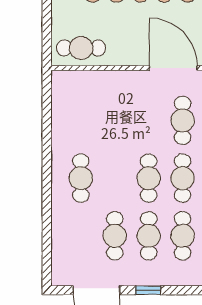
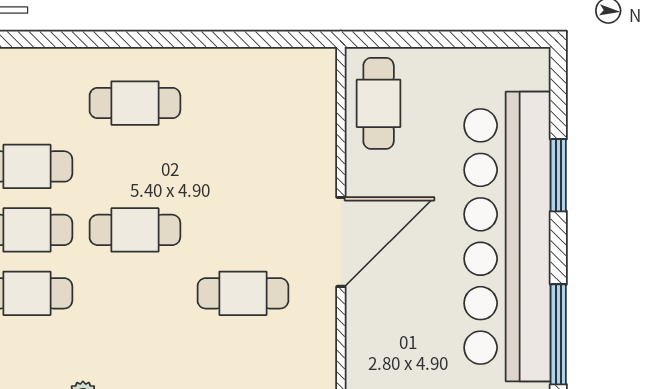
door: (173, 68) -> (341, 242), moved
cafe table: (183, 178) -> (135, 293), removed

